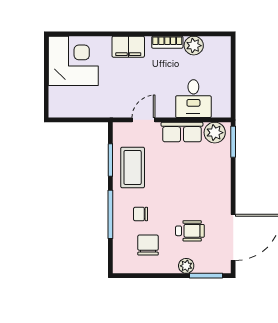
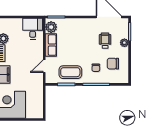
desk: (193, 99) -> (33, 29), moved, turned -90
door: (144, 120) -> (44, 66), hinge flipped

